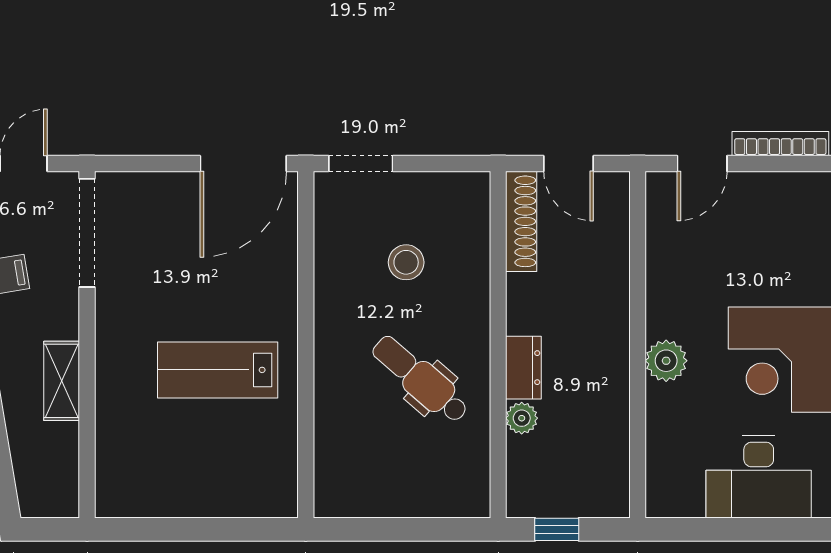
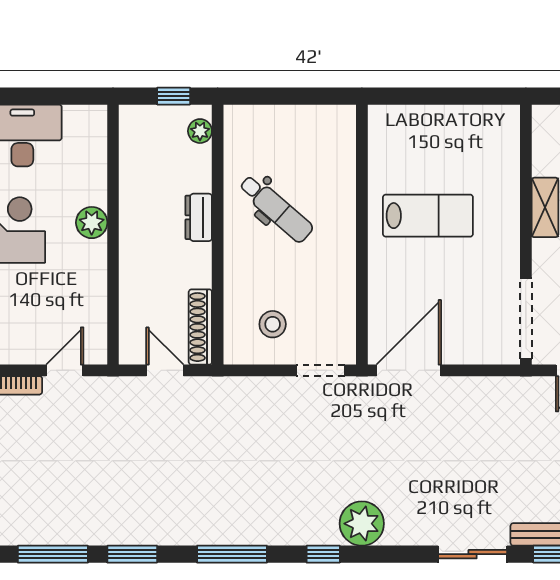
stool: (406, 262) -> (273, 324), moved
plant: (522, 418) -> (200, 131), moved

